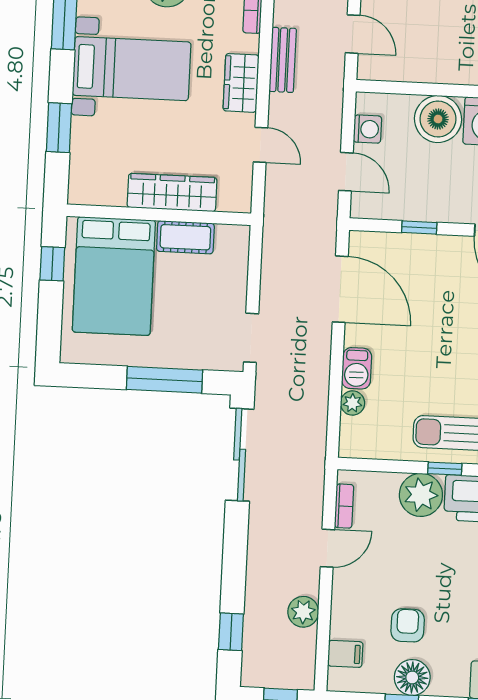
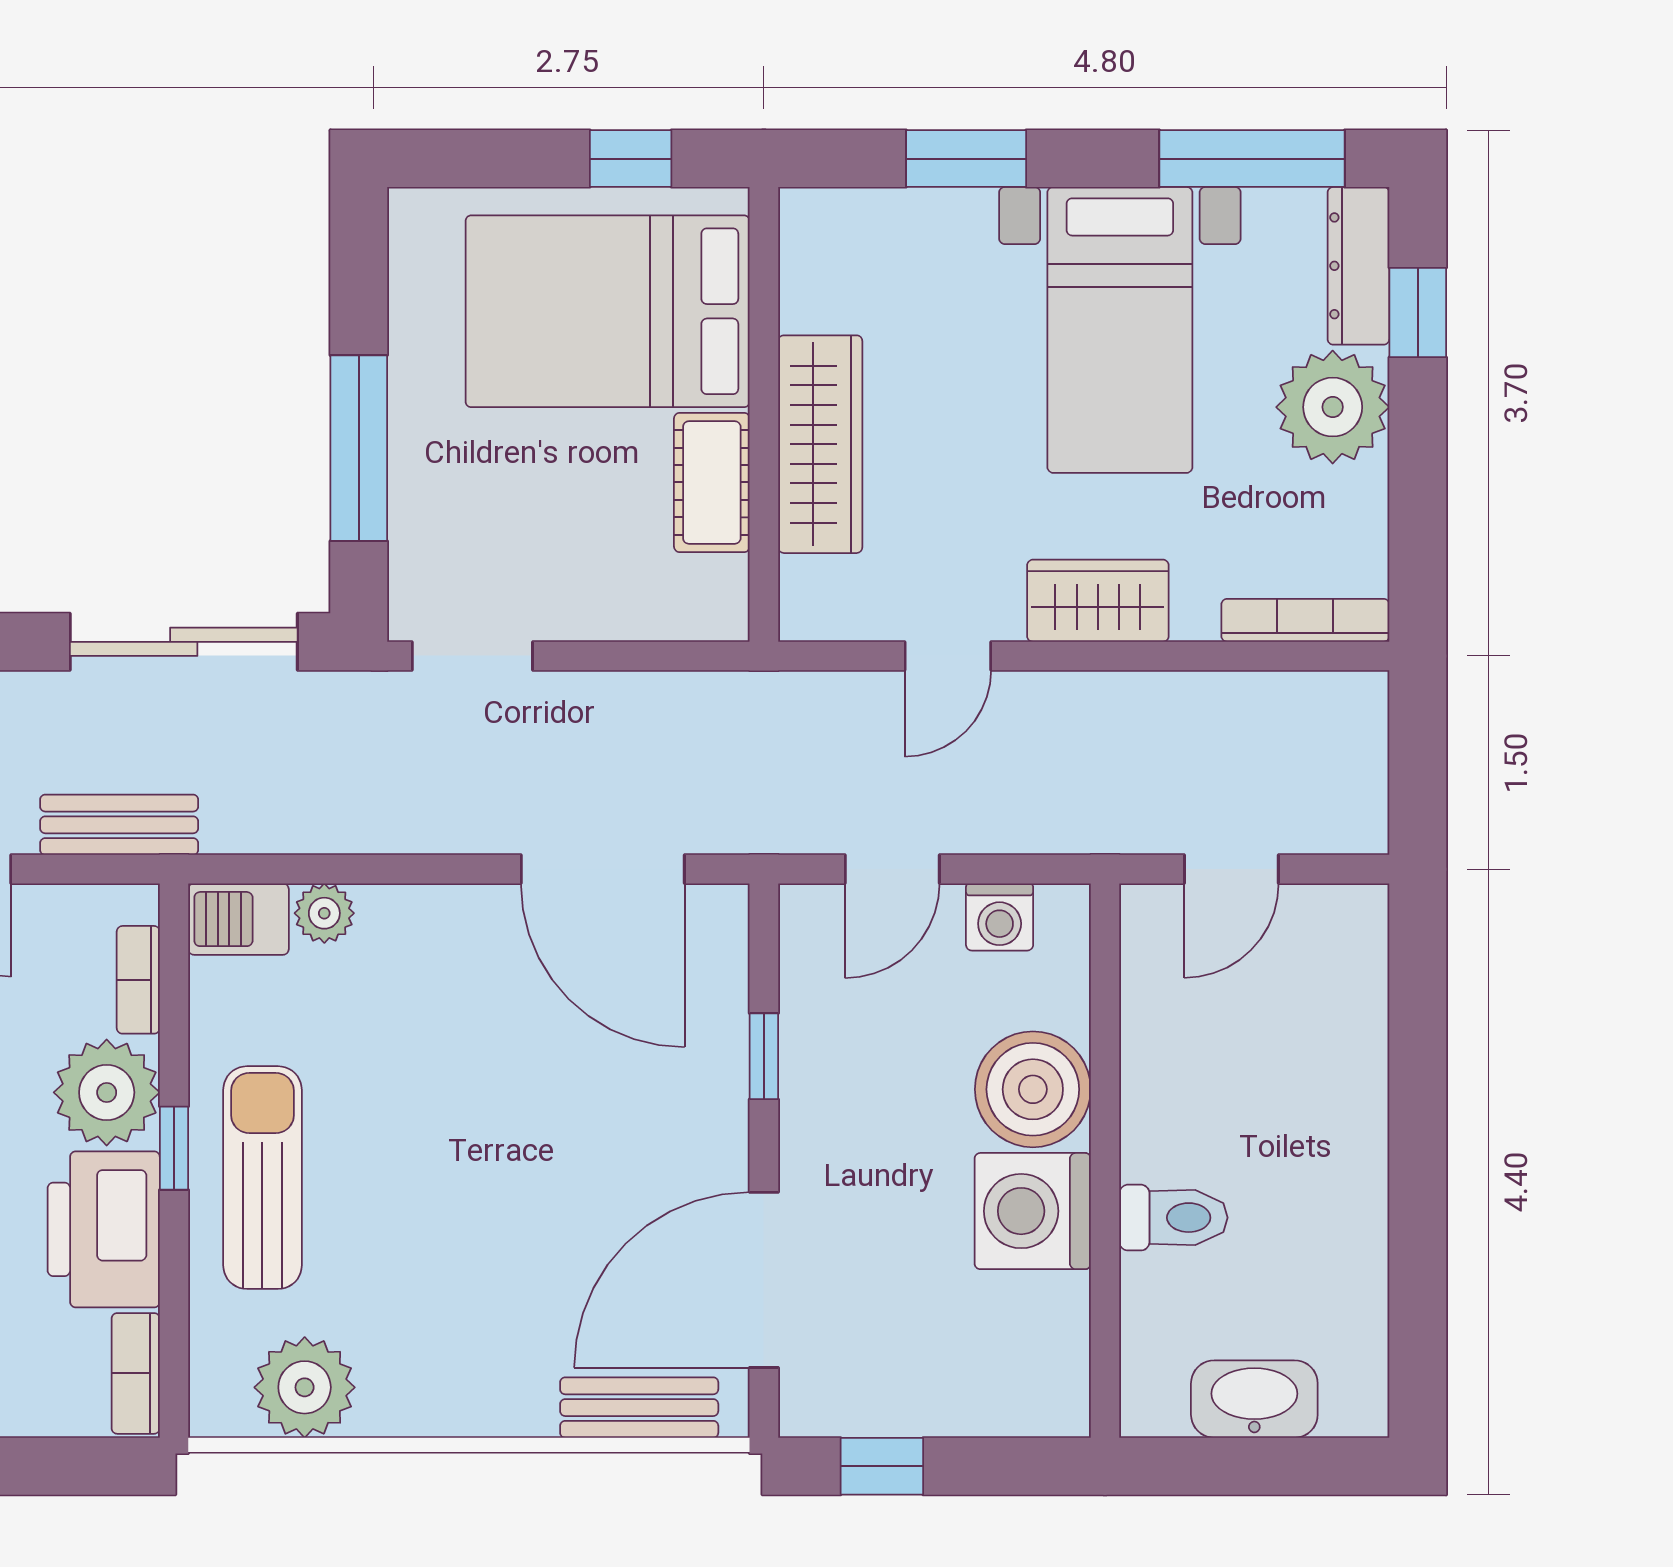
bench: (283, 60) -> (119, 825), moved
door: (340, 289) -> (603, 869), hinge flipped
barbecue: (357, 368) -> (238, 919), moved
bookcase: (344, 506) -> (138, 980), moved, turned 90

